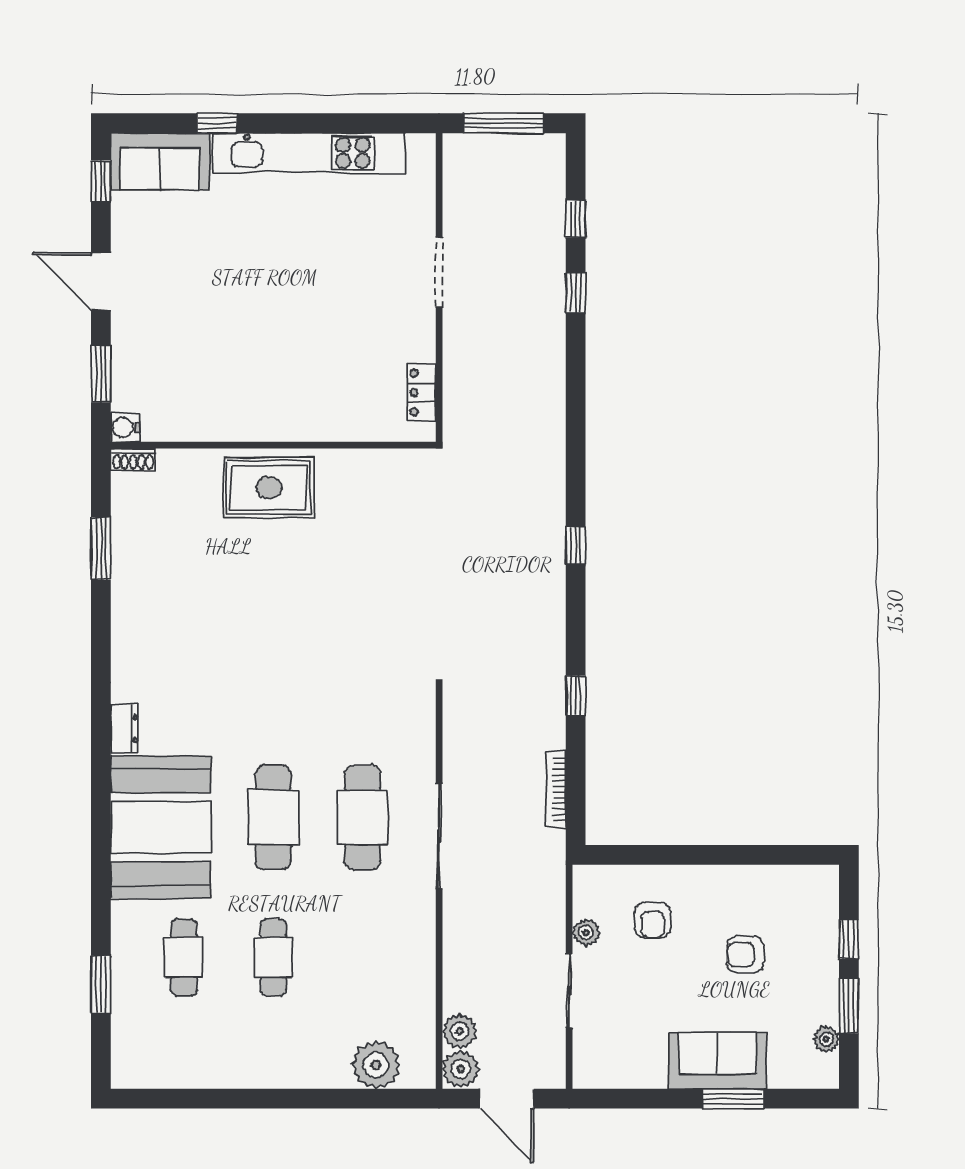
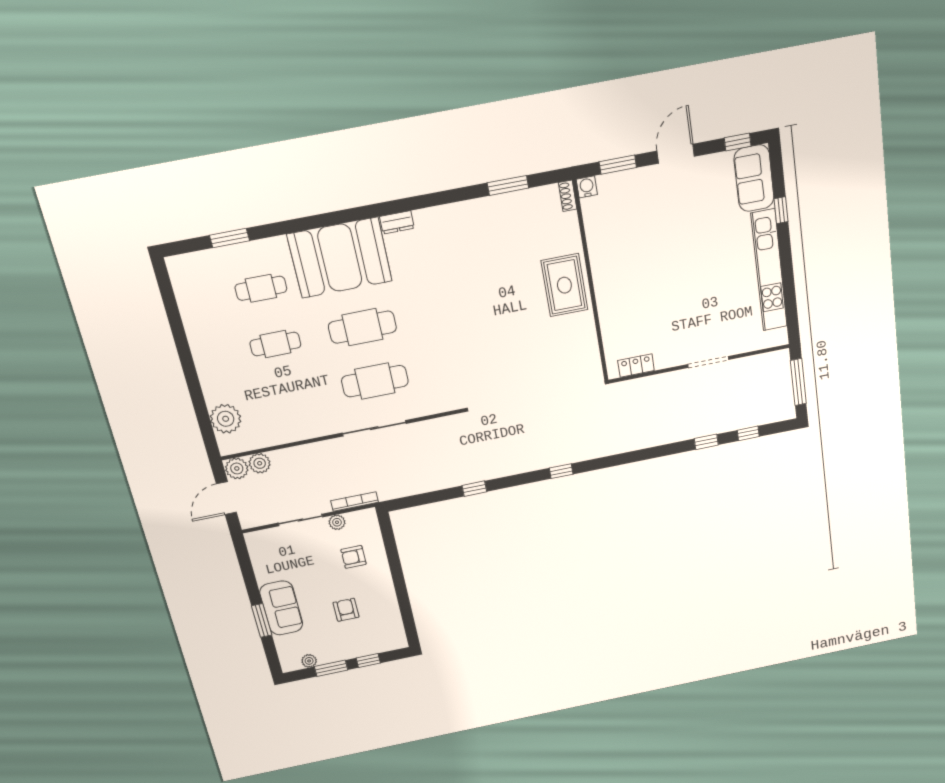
bookcase: (556, 789) -> (355, 501), moved

